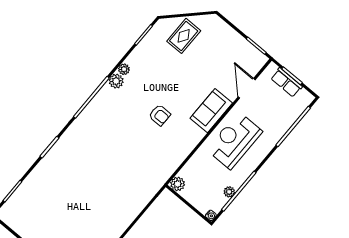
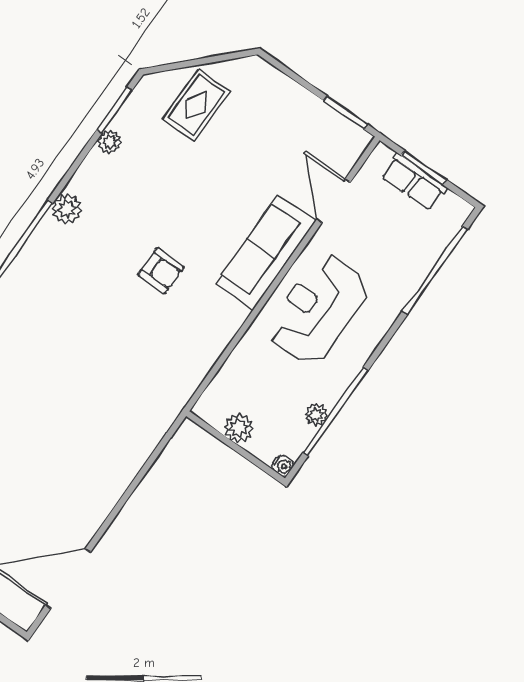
plant: (124, 69) -> (110, 142), moved
sofa: (211, 111) -> (265, 253), width x1.36
plant: (178, 184) -> (239, 428), moved

